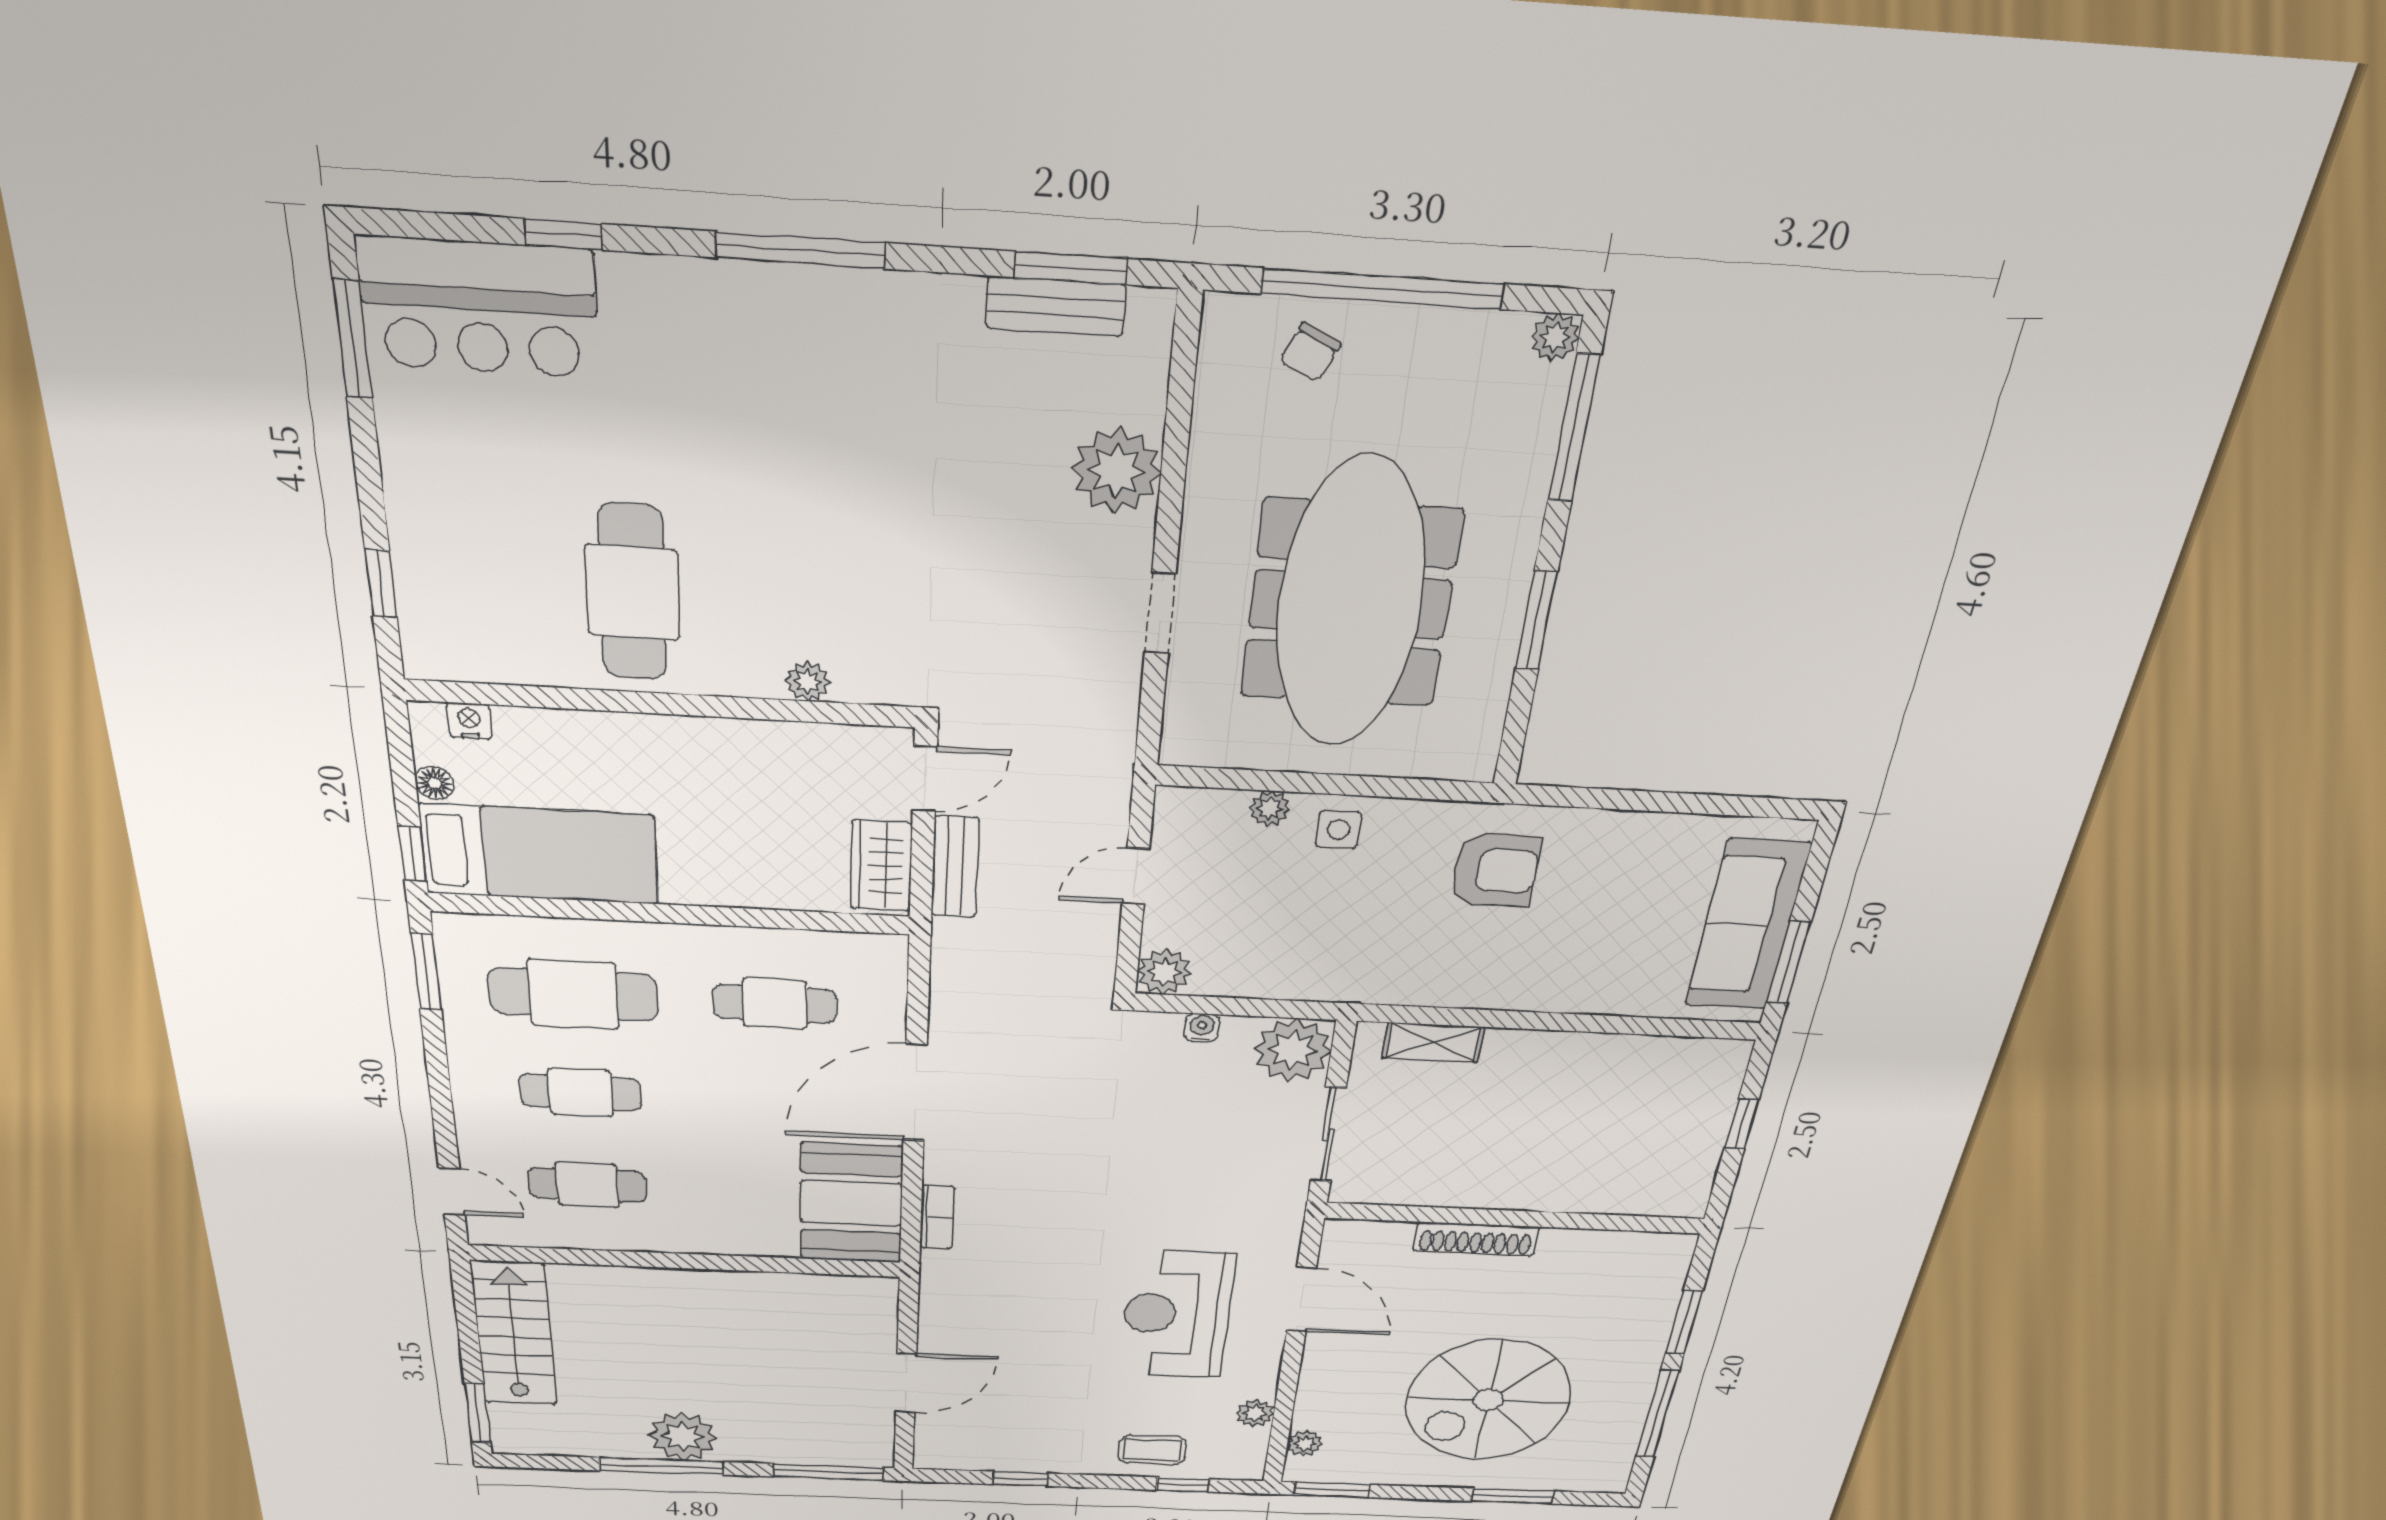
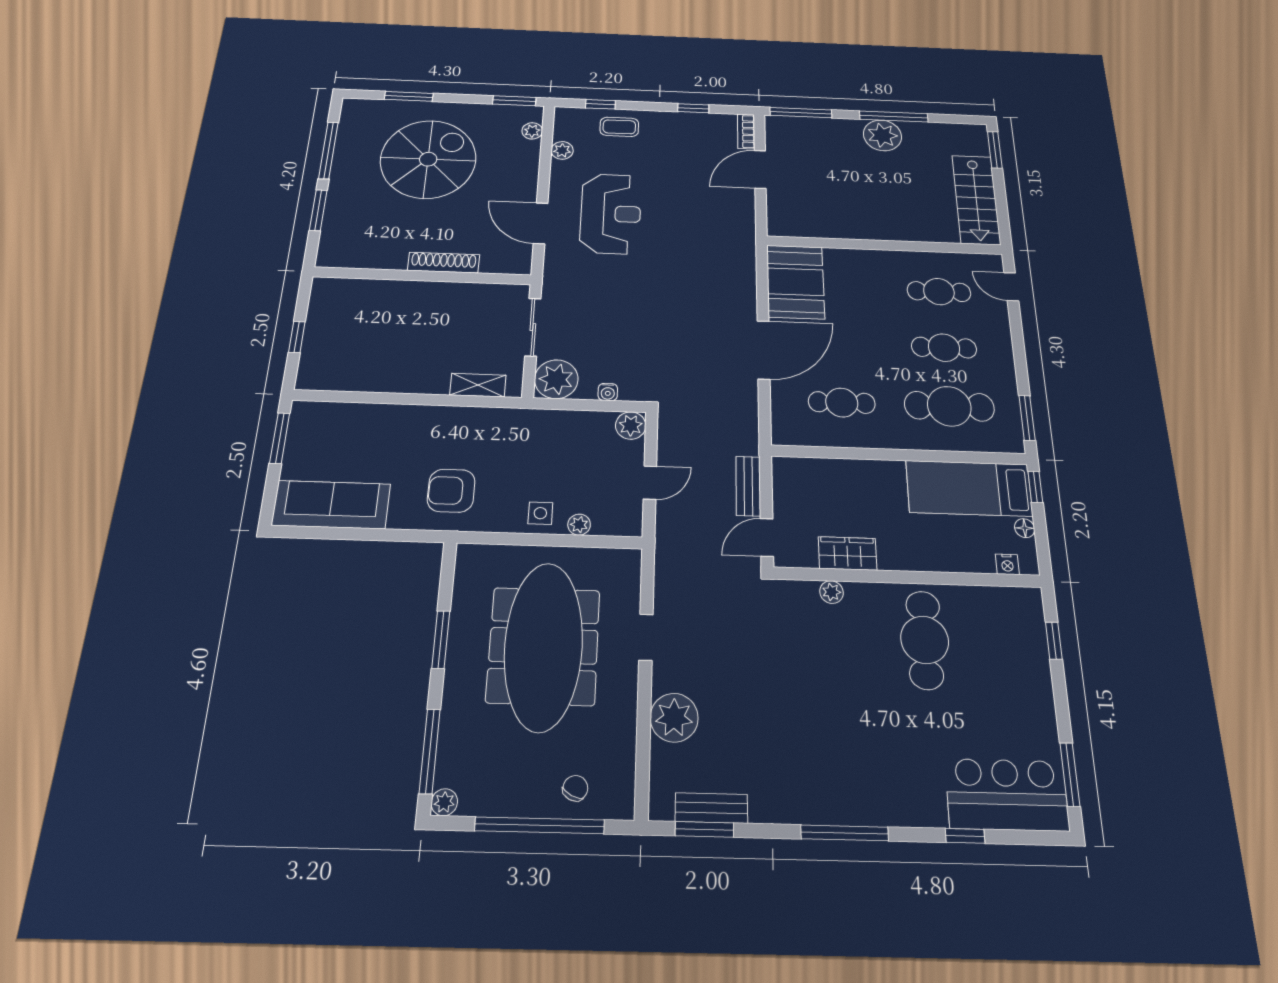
wardrobe: (881, 866) -> (848, 553), moved, turned -90
sofa: (1747, 925) -> (331, 505), moved, turned -90
bookcase: (937, 1217) -> (746, 132), moved

